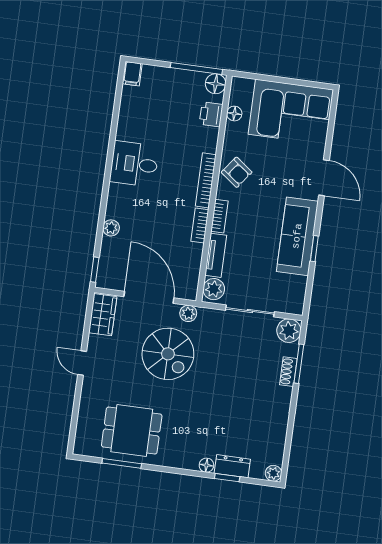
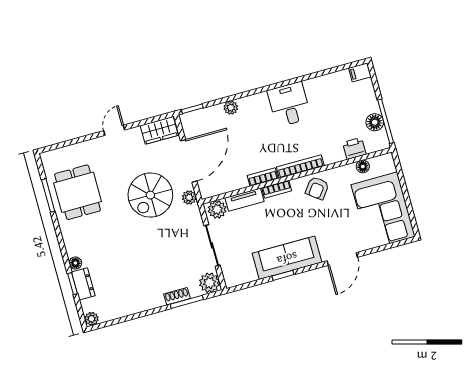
floor lamp: (216, 84) -> (375, 122), moved

